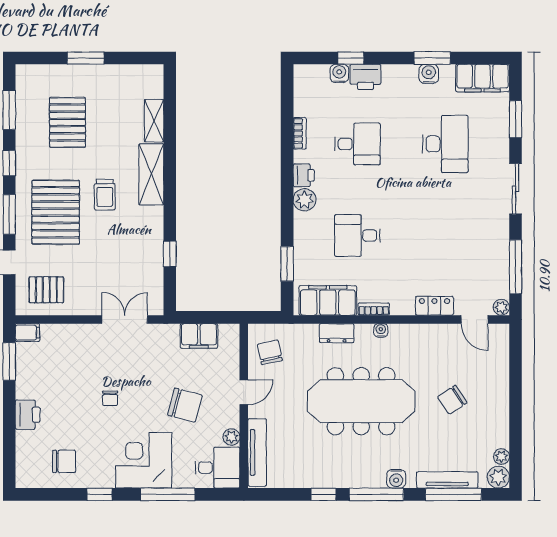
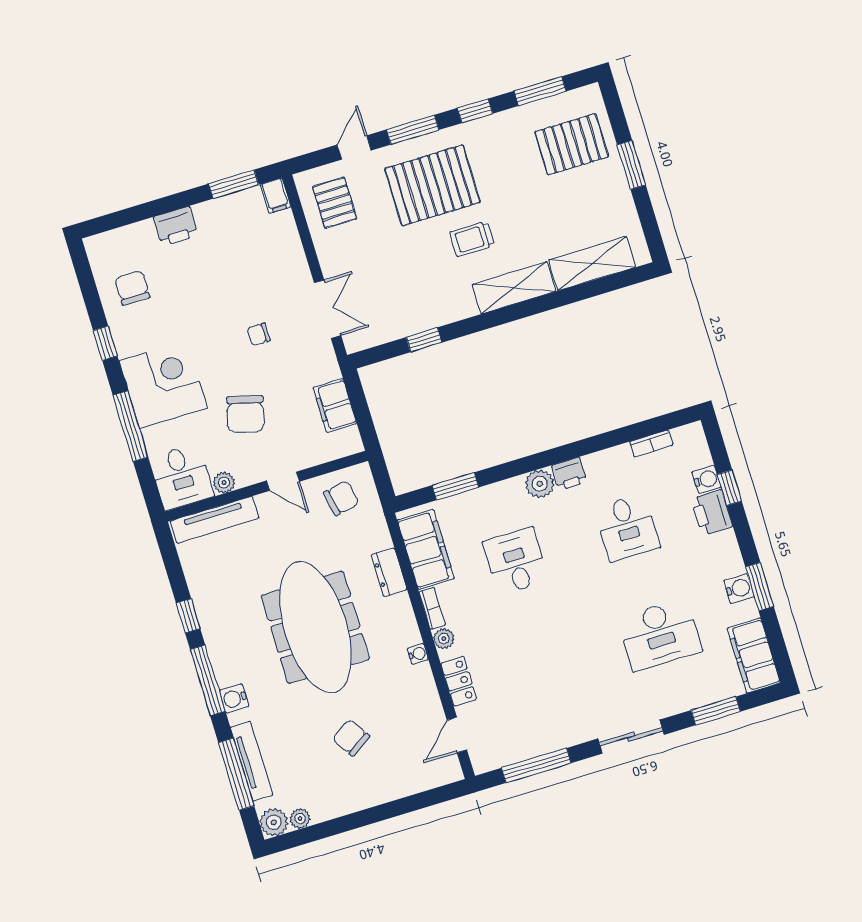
shelving: (154, 121) -> (592, 264), width x1.50, depth x1.33
pallet: (67, 122) -> (572, 144), moved
bookcase: (300, 133) -> (651, 443), moved
plant: (501, 307) -> (444, 639), moved
water cooler: (381, 330) -> (418, 654), moved
chair: (110, 398) -> (259, 334), moved
chair: (64, 461) -> (132, 288), turned 180

